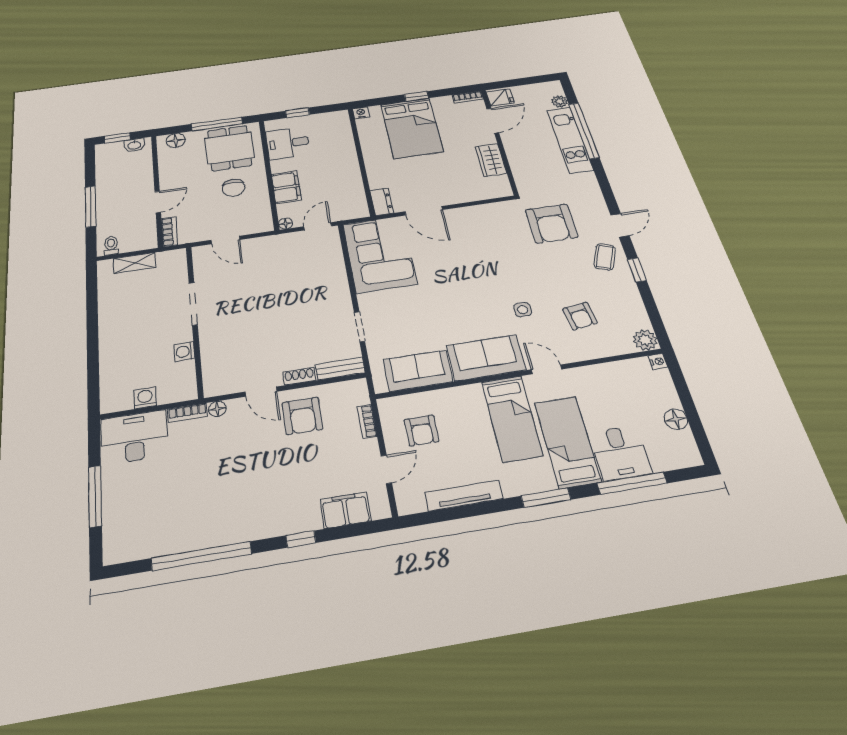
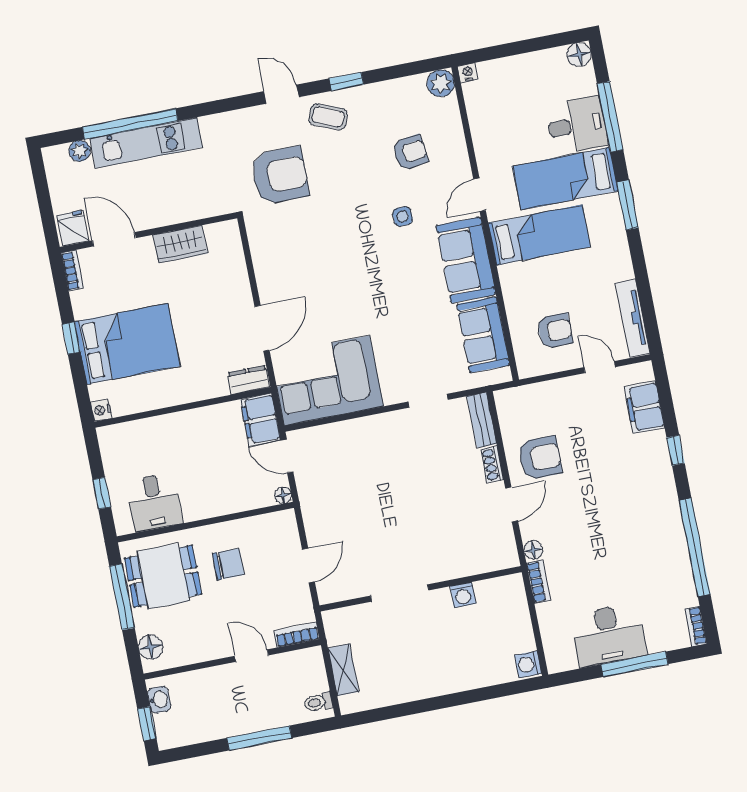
filing cabinet: (286, 187) -> (260, 420), moved, turned -90
washing machine: (145, 398) -> (528, 664), moved
floor lamp: (676, 419) -> (579, 54), moved
bookcase: (367, 421) -> (696, 626), moved, turned 90
desk: (134, 437) -> (609, 635), moved, turned -90
tv unit: (464, 495) -> (633, 318), moved

